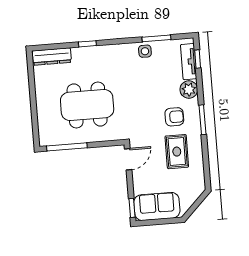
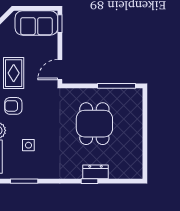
side table: (145, 51) -> (28, 145), moved
dresser: (52, 57) -> (95, 172), moved, width x0.70
dining table: (87, 105) -> (94, 124), width x0.73

